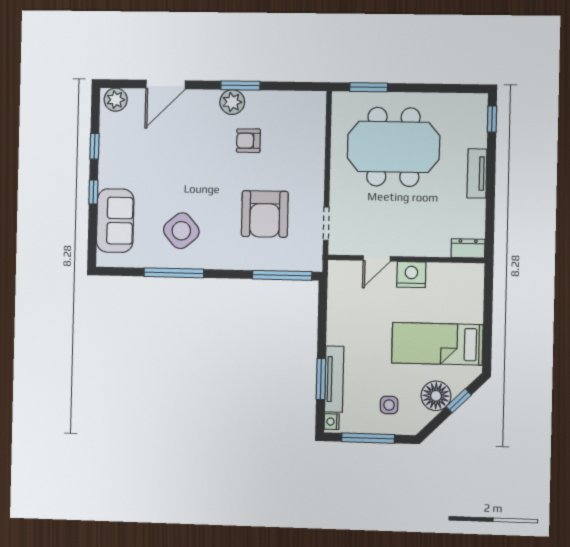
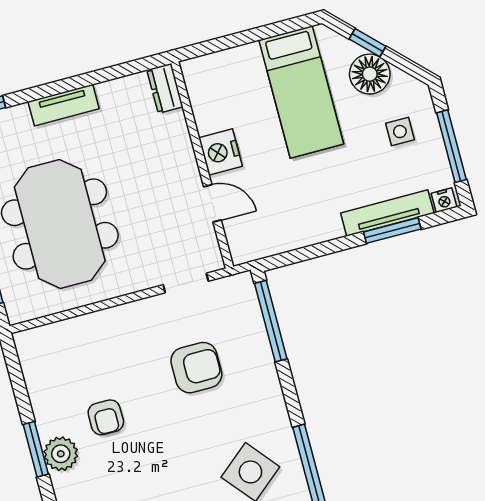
armchair: (265, 214) -> (196, 368), width x0.73, depth x0.73

